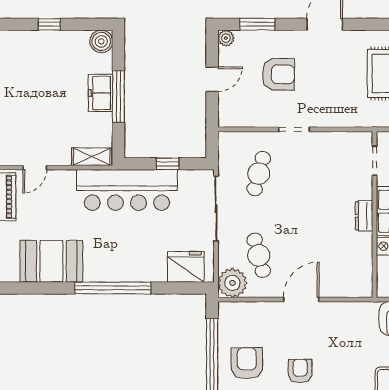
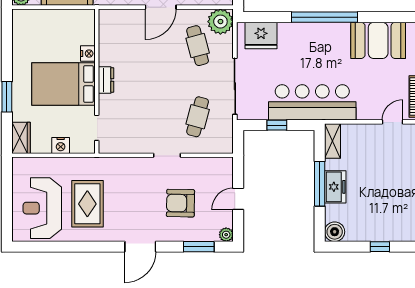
shelving: (92, 157) -> (332, 141), moved, turned 90

